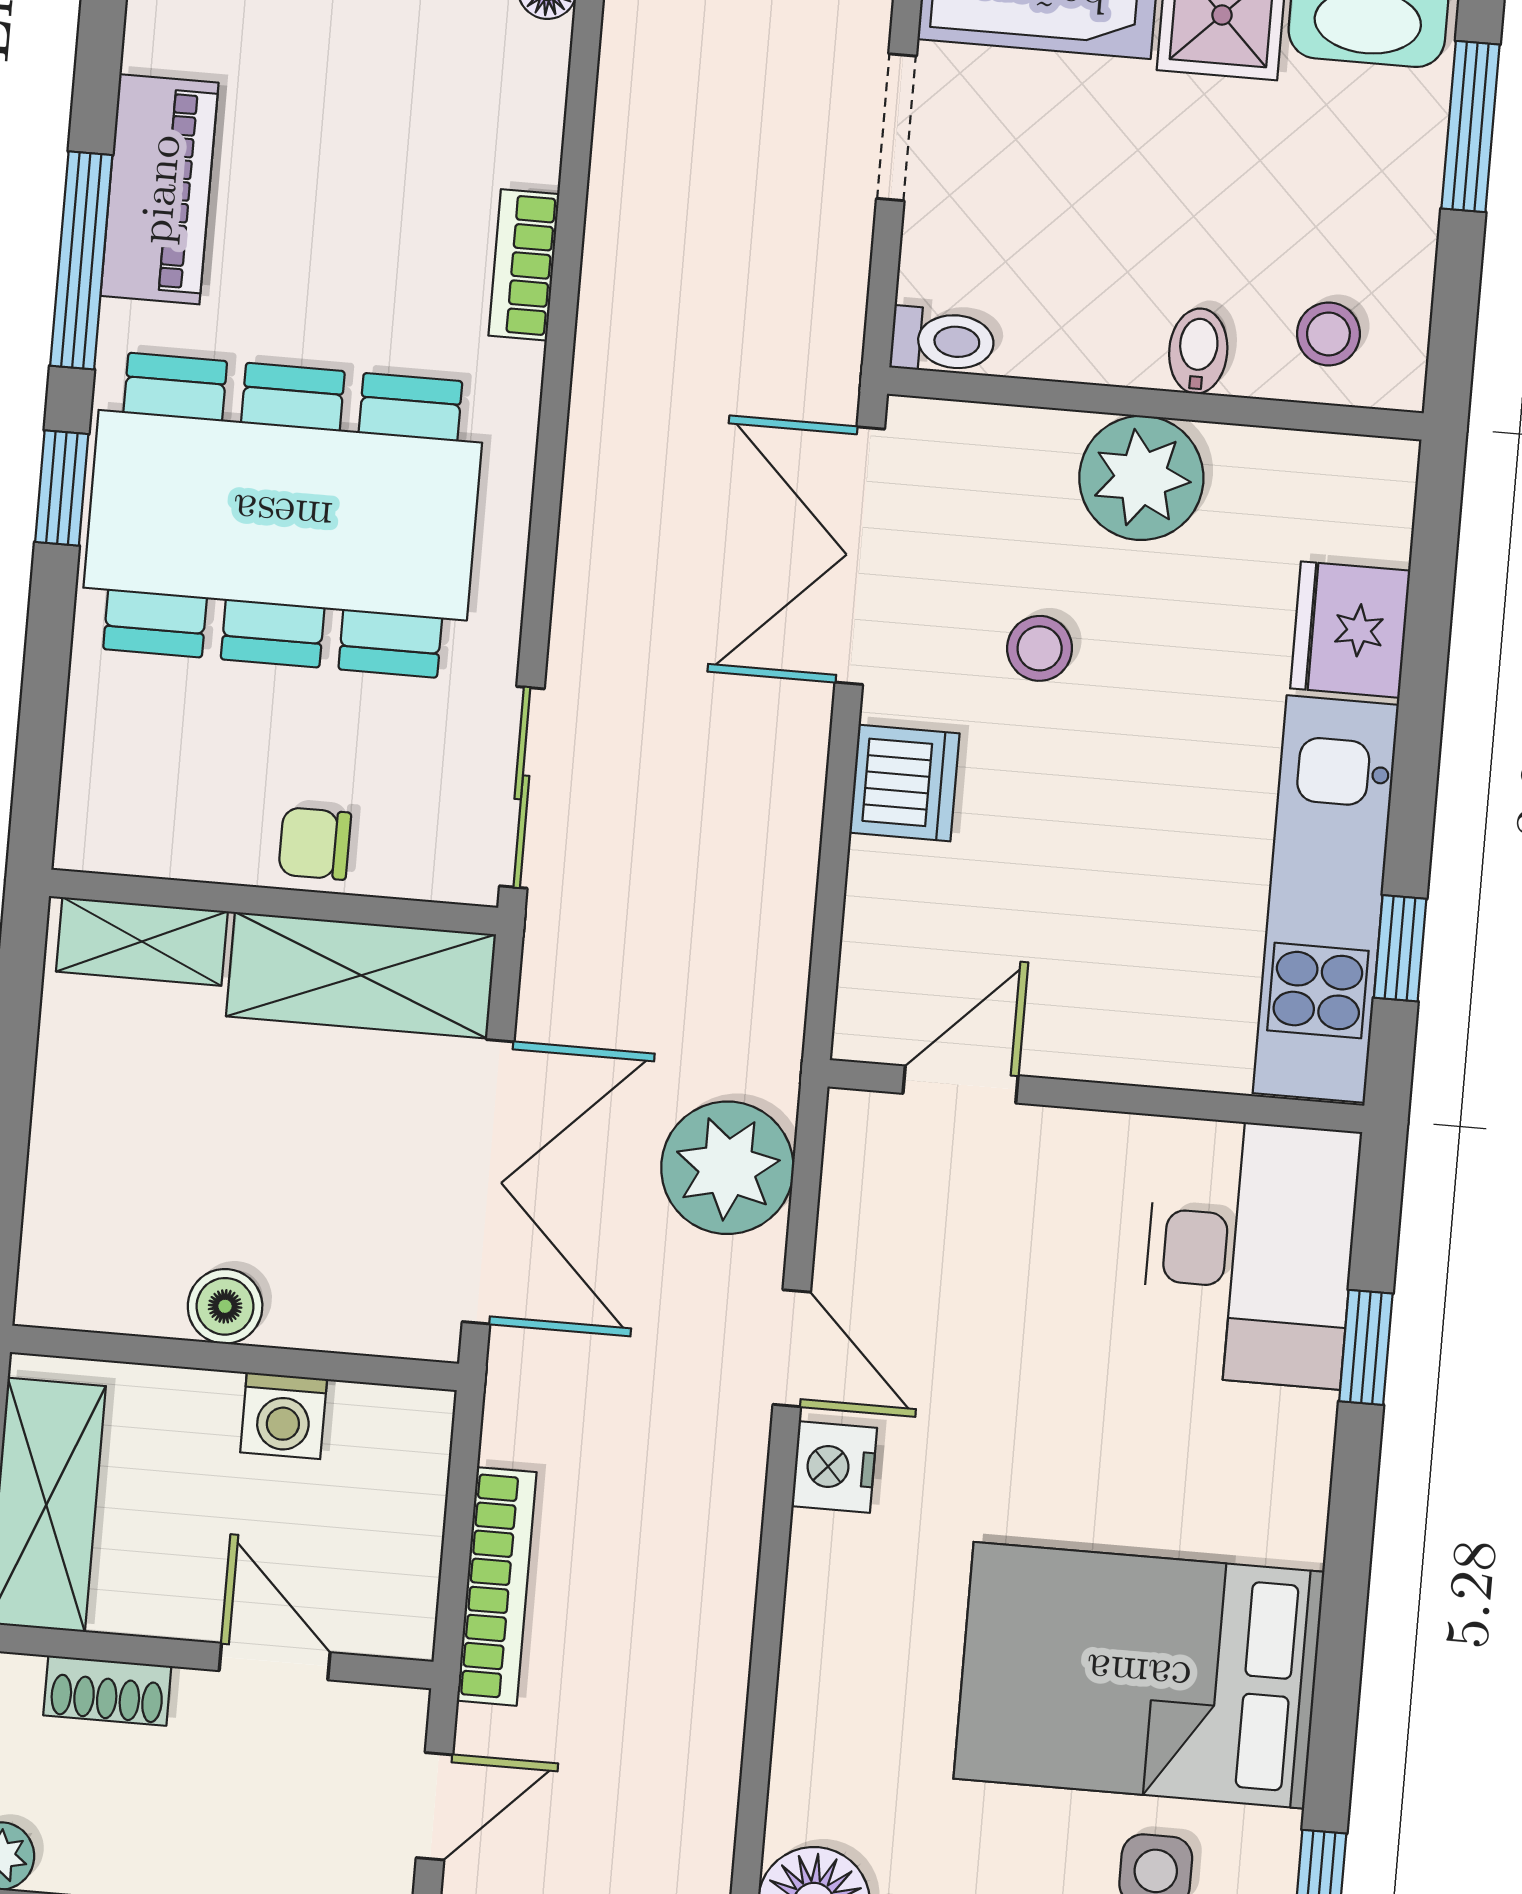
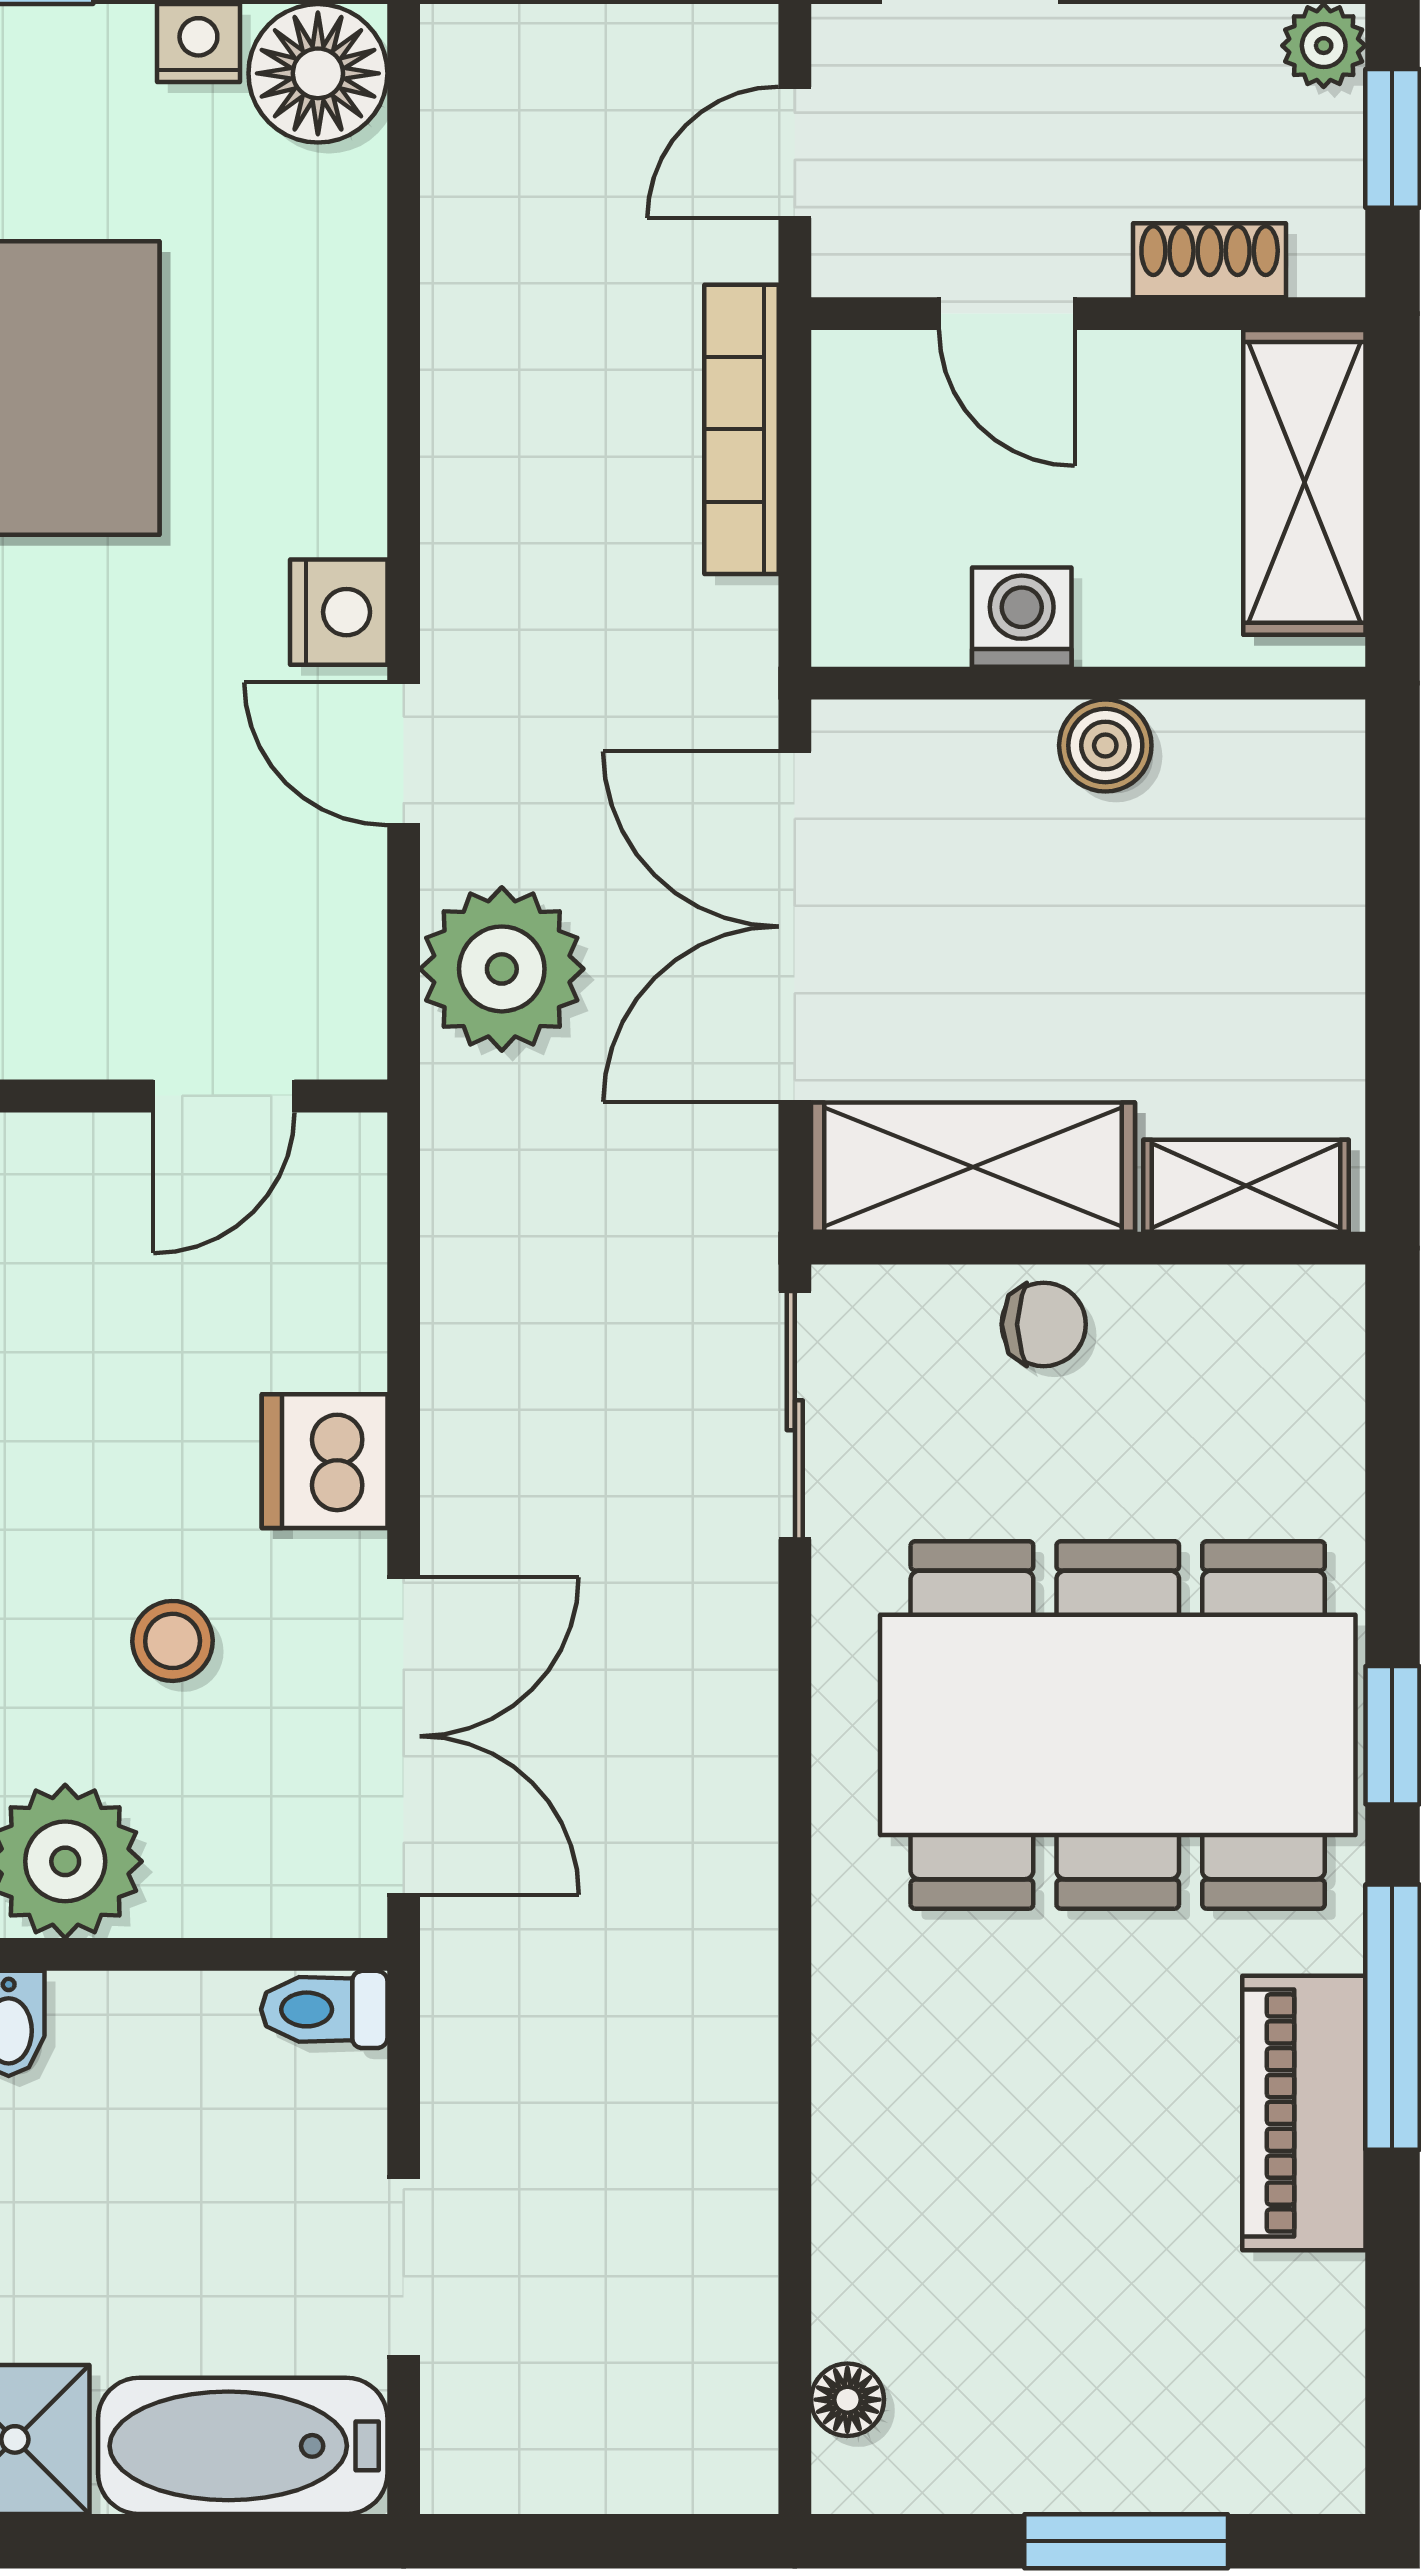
bookcase: (524, 265) -> (847, 2058), removed

